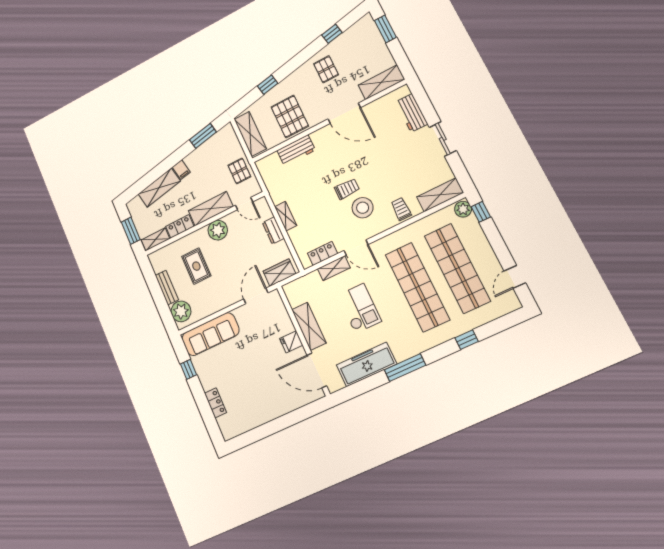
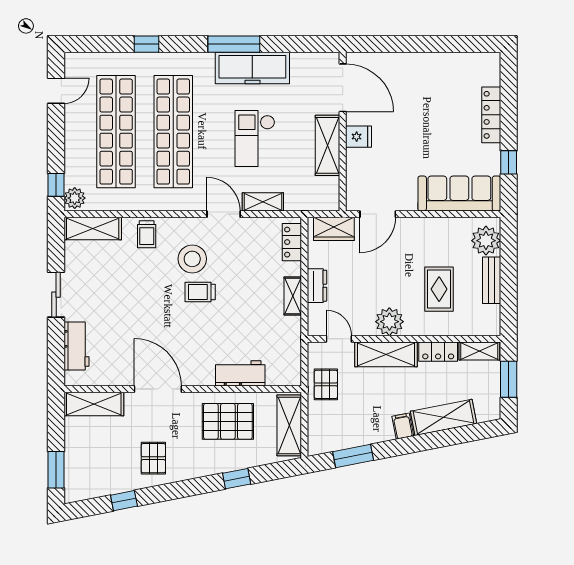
pallet: (290, 116) -> (228, 421), turned 90
locker: (323, 253) -> (292, 242), moved, turned 90
freezer: (366, 364) -> (252, 68), moved
locker: (215, 403) -> (491, 115), width x1.53

